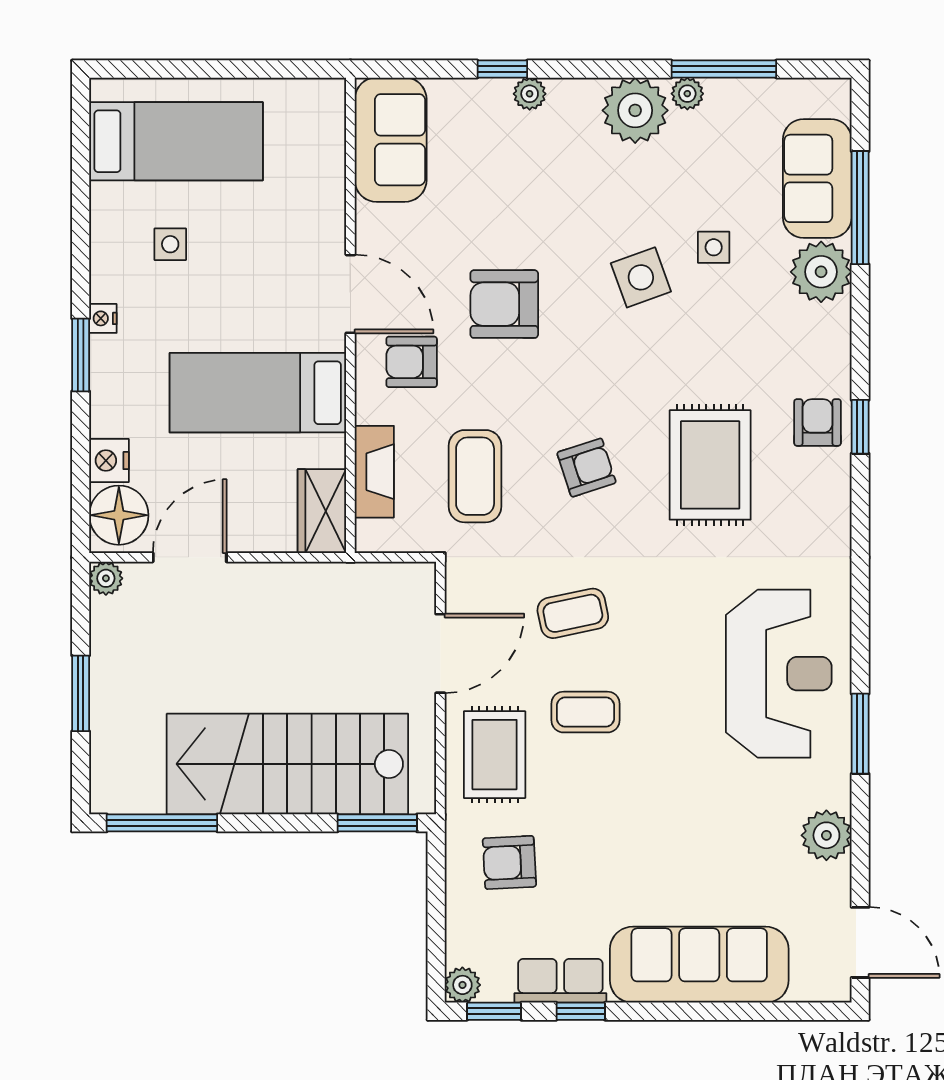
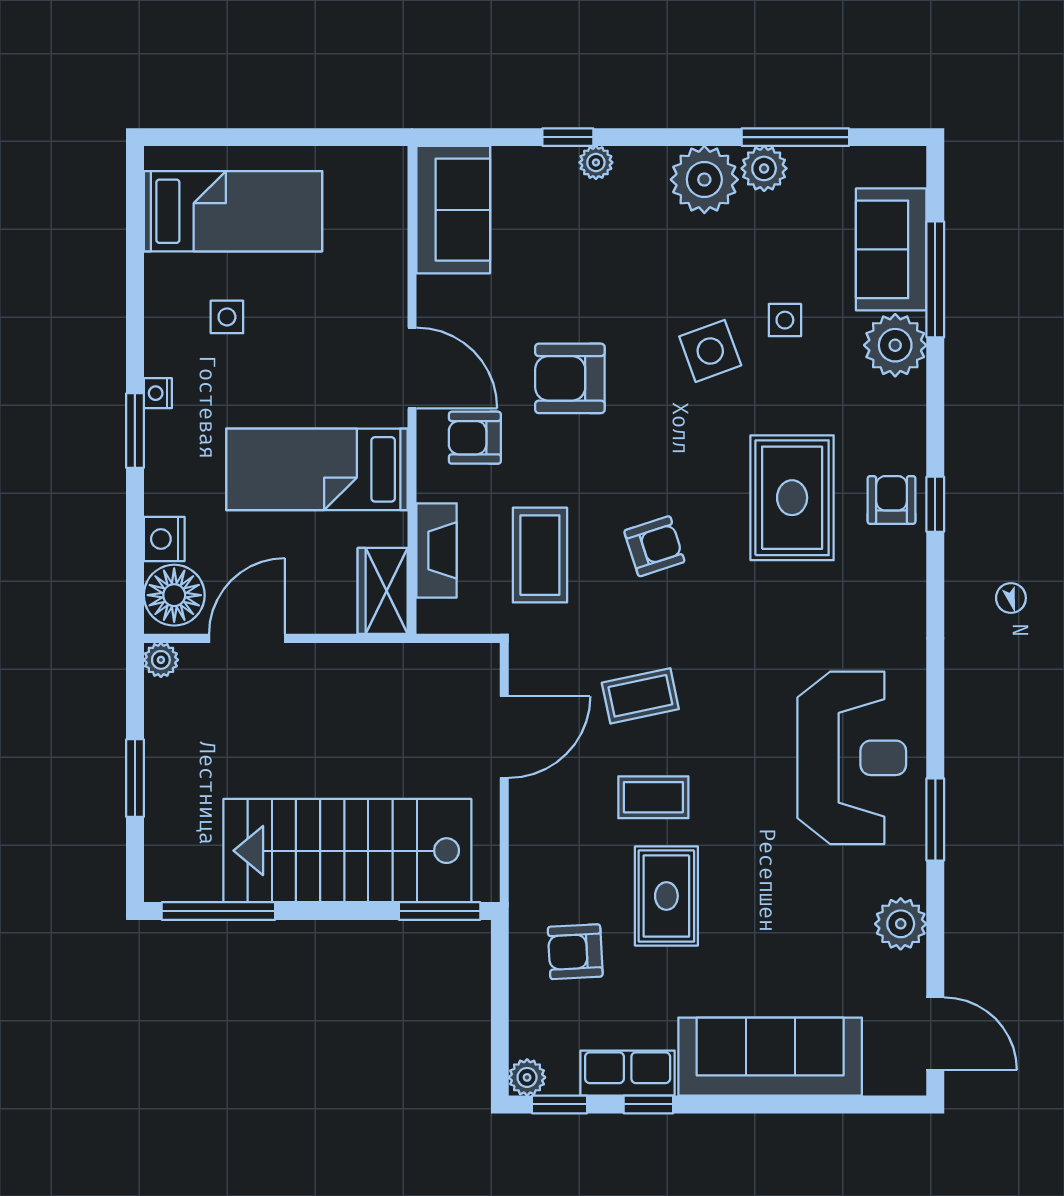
plant: (687, 94) -> (764, 168), width x1.38, depth x1.38
rug: (710, 465) -> (792, 498), moved
rug: (495, 755) -> (666, 896), moved

